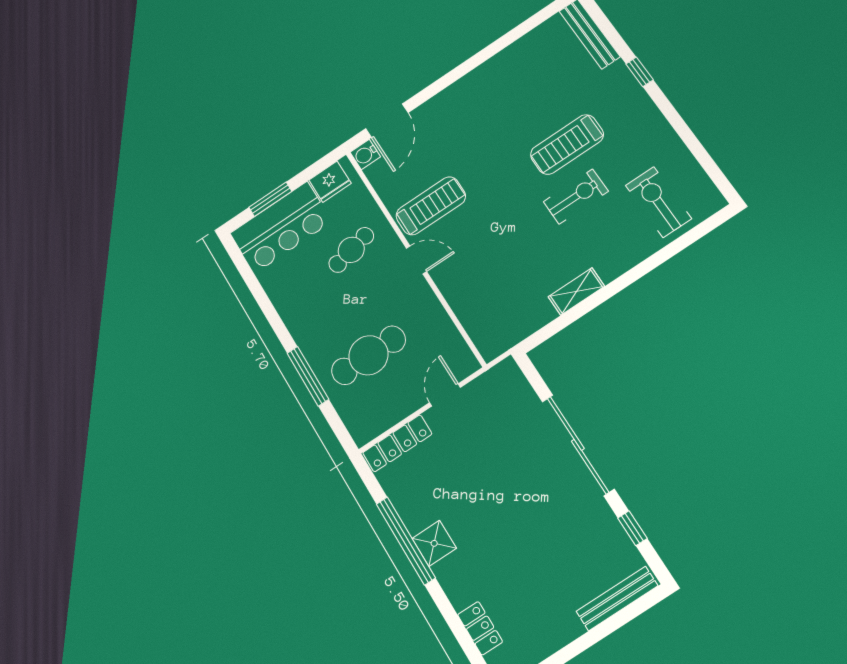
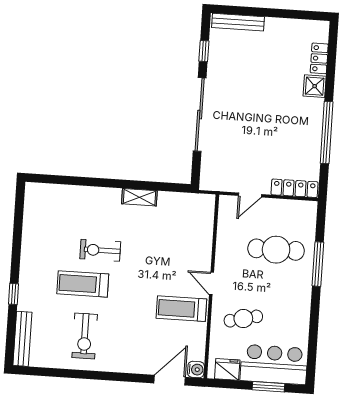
treadmill: (567, 144) -> (83, 284), turned 180
exercise bike: (658, 202) -> (85, 336), moved
shower: (434, 543) -> (315, 86), moved

